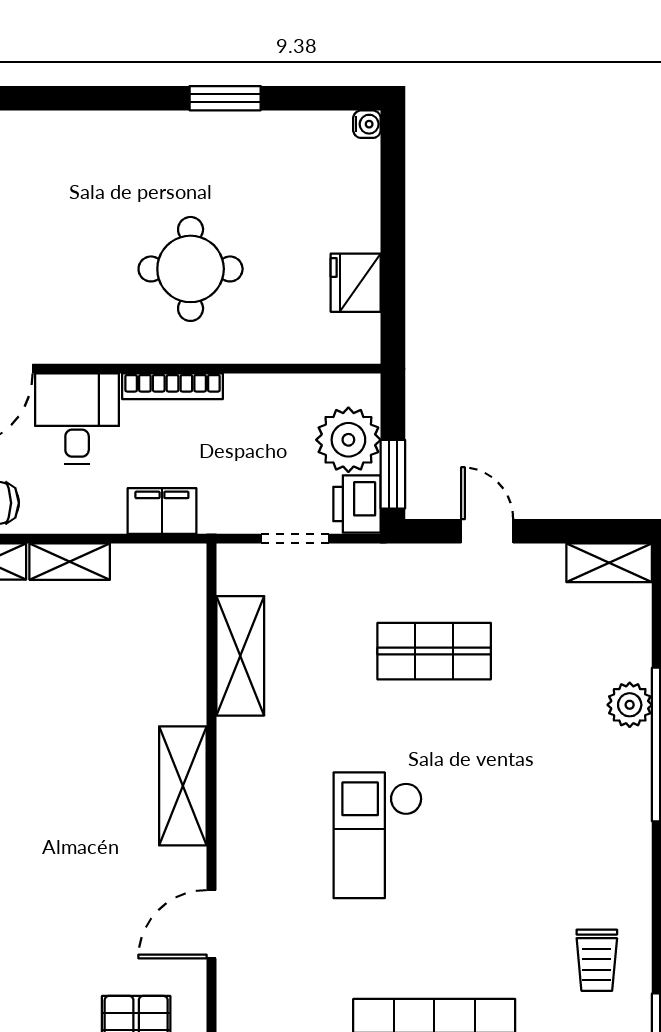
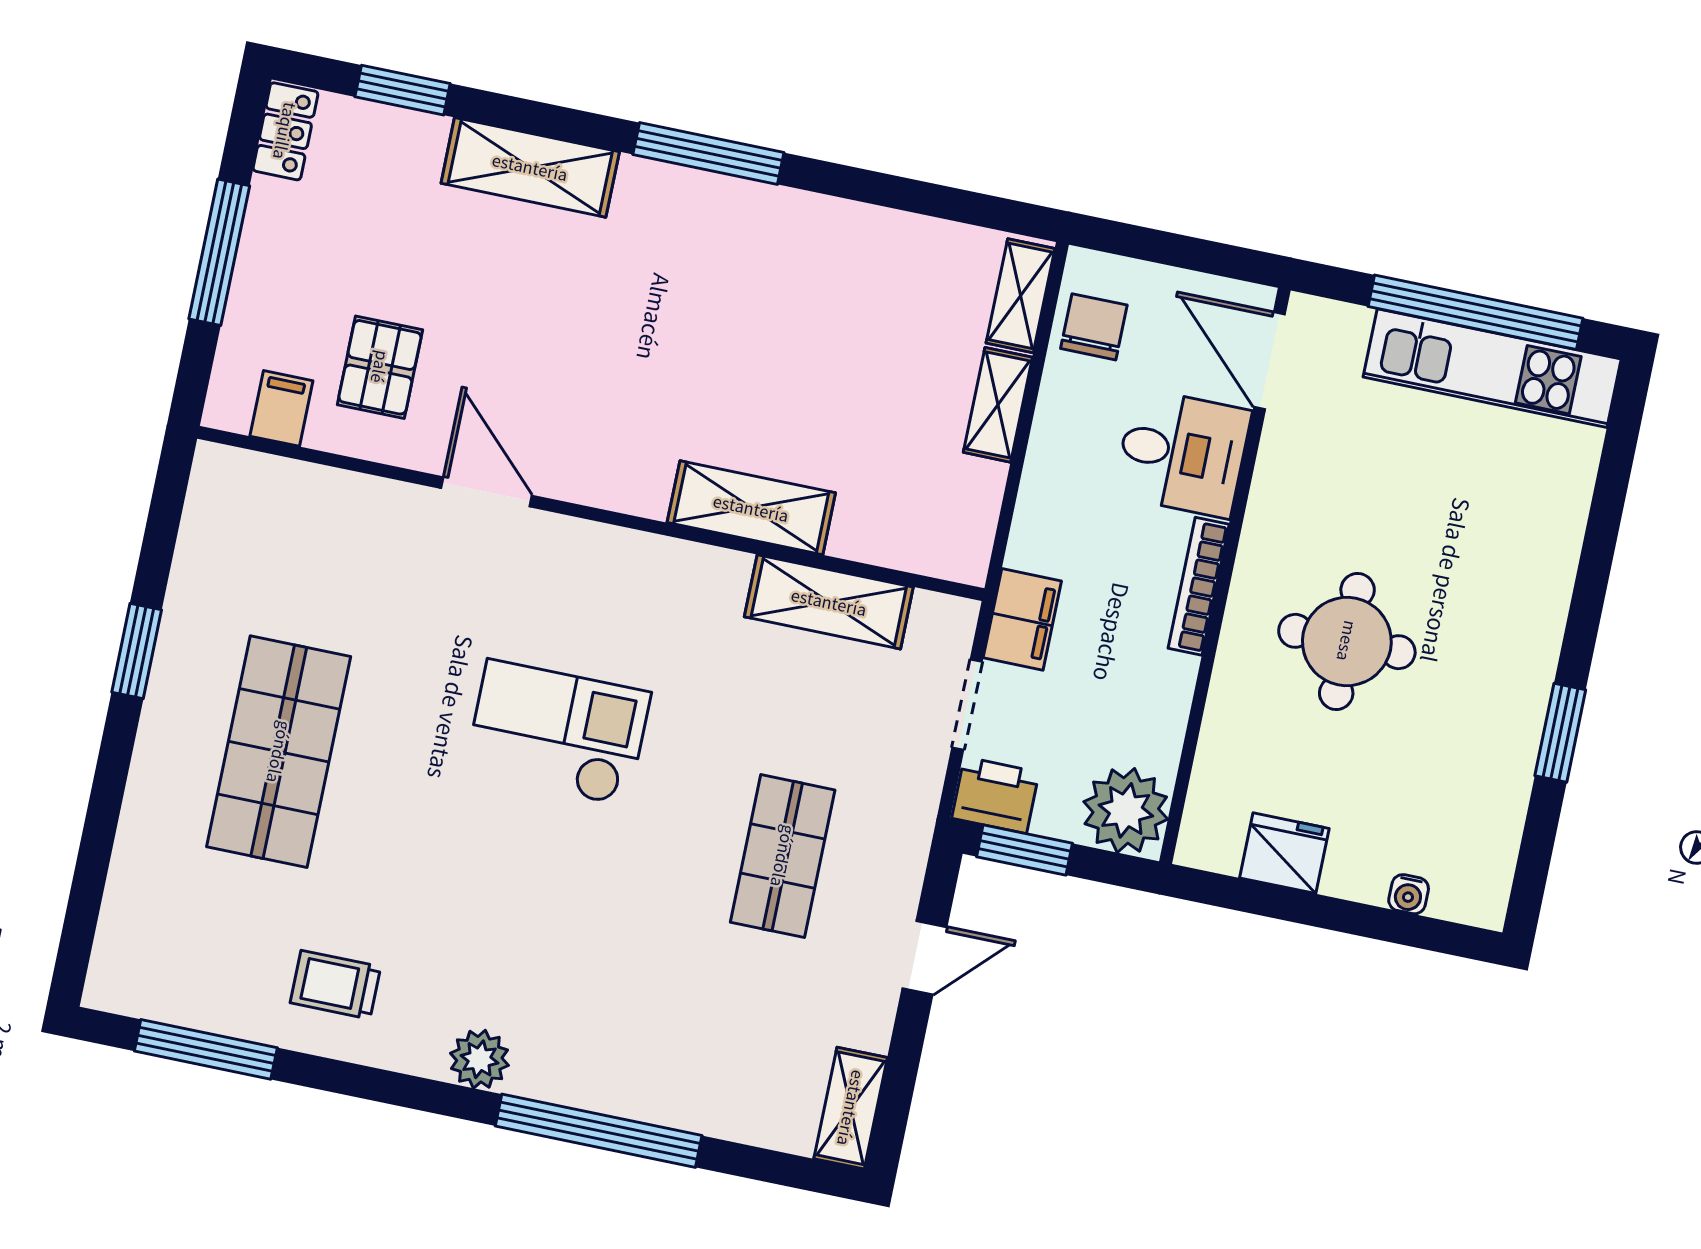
water cooler: (367, 124) -> (1409, 894), moved
plant: (348, 440) -> (1126, 810), moved
filing cabinet: (162, 511) -> (1022, 619), moved
plant: (630, 705) -> (479, 1059), moved
shelving: (183, 786) -> (751, 508), moved

